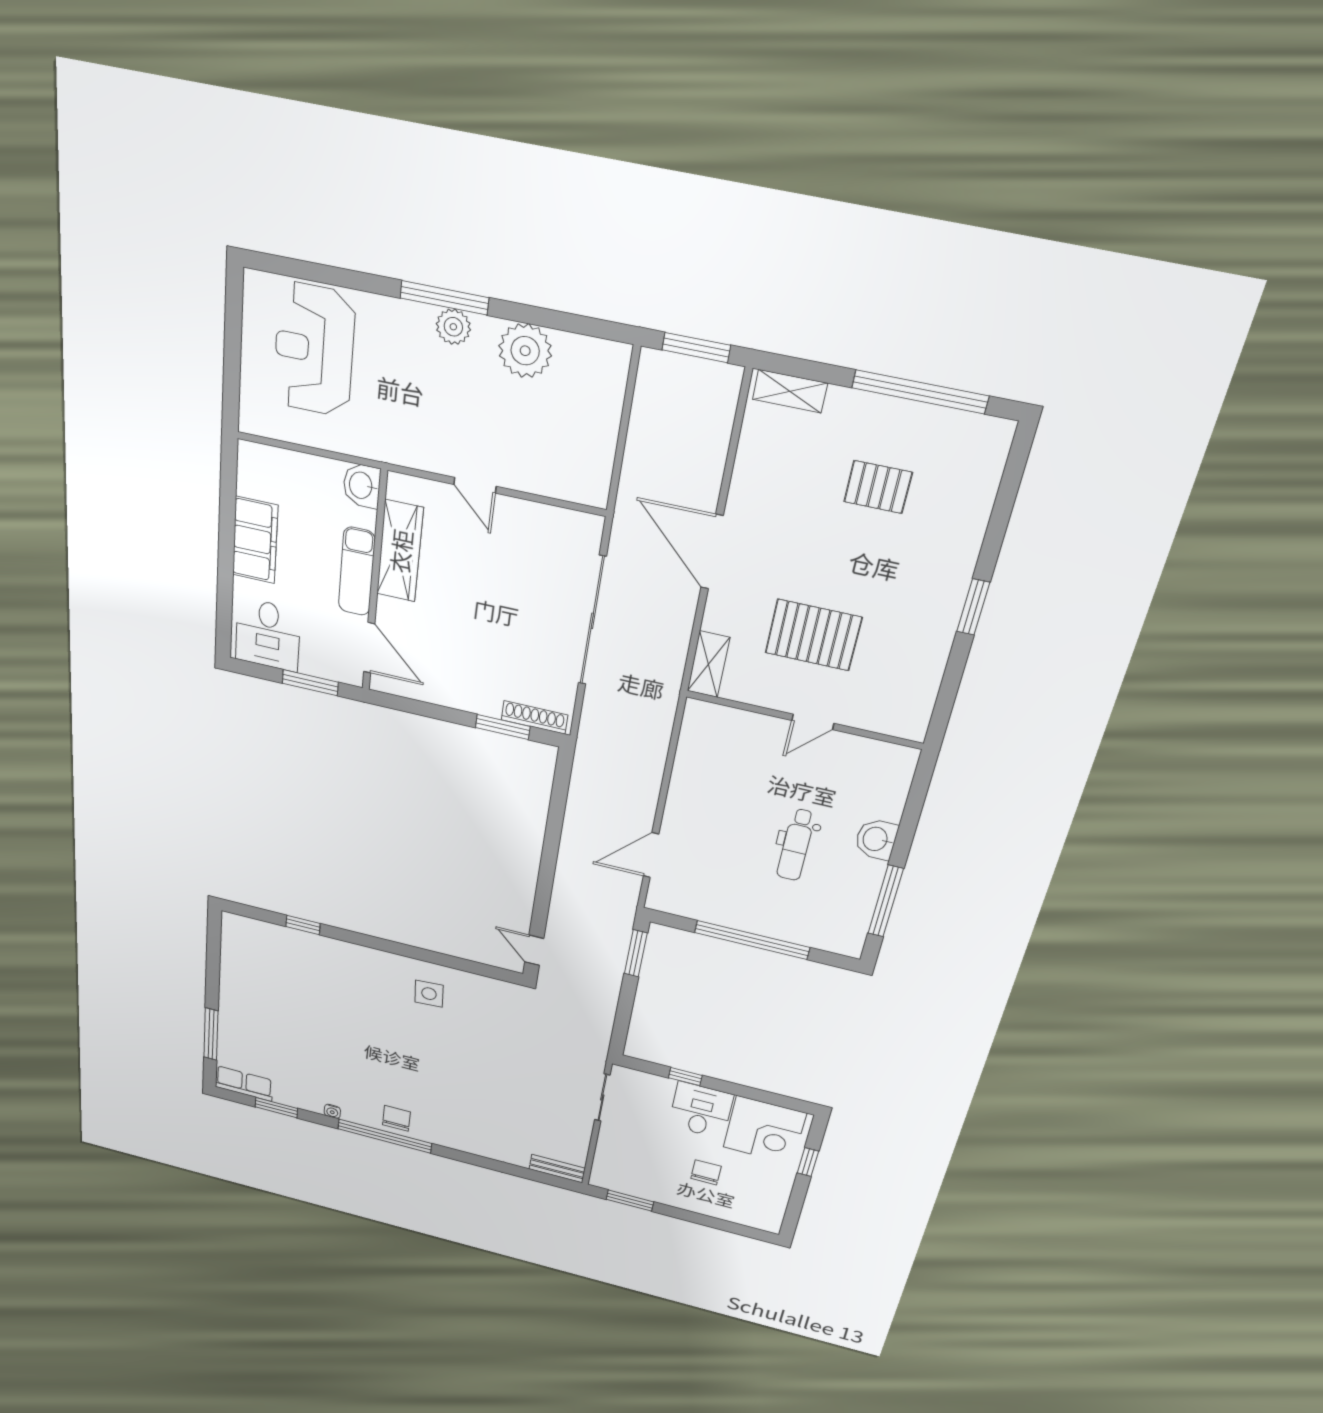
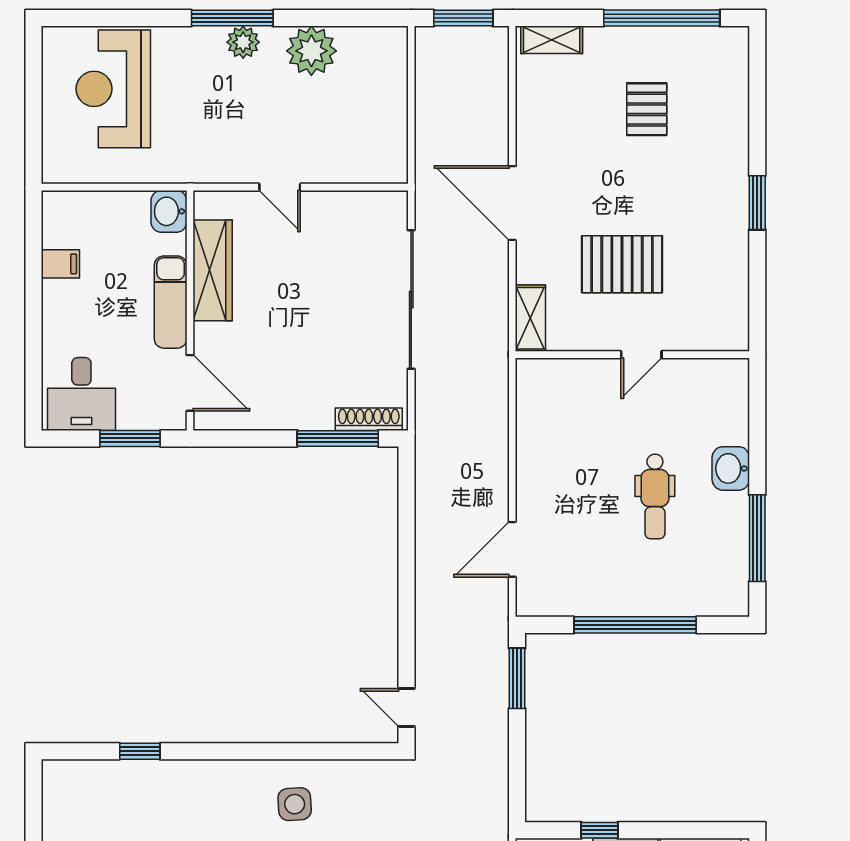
pallet: (878, 487) -> (647, 109), turned 90
filing cabinet: (255, 540) -> (60, 264), width x0.33, depth x0.86
window: (503, 727) -> (338, 438), width x1.44

